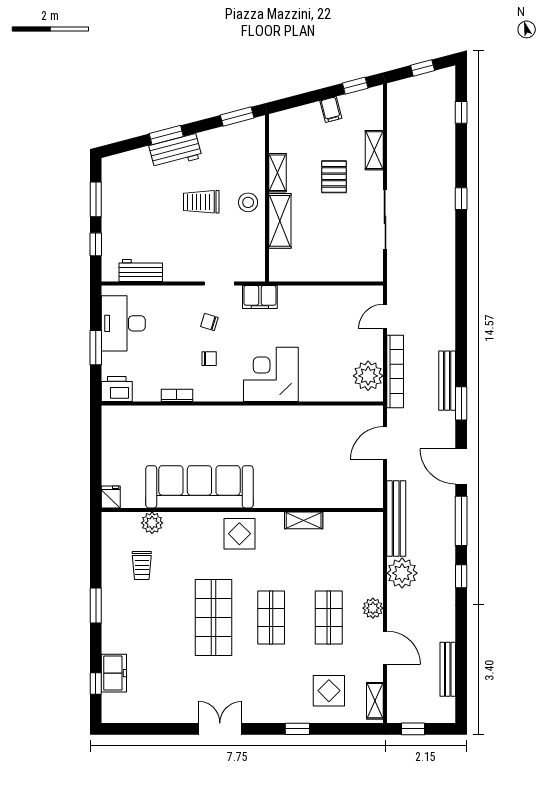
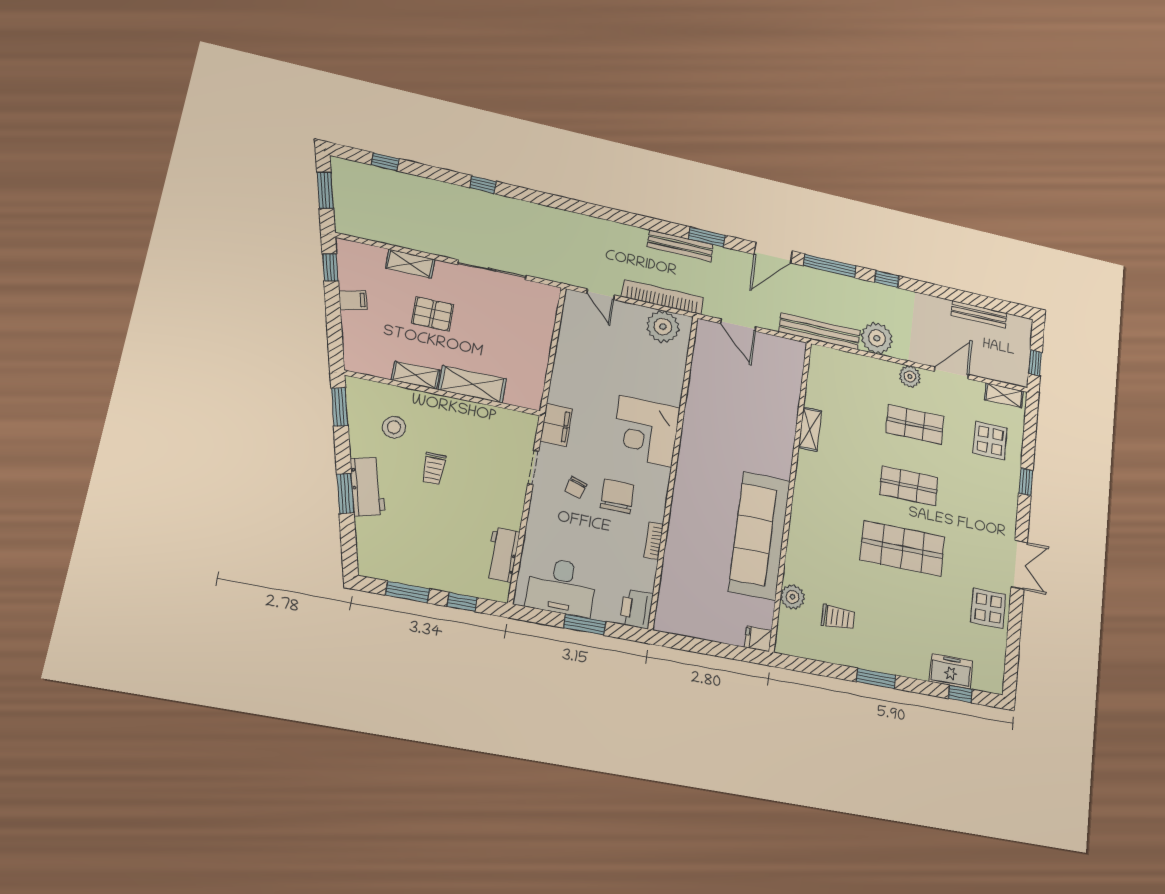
window: (423, 68) -> (325, 190), width x1.50
trolley: (201, 202) -> (434, 469), width x0.73, depth x0.72
stool: (248, 202) -> (394, 427), moved
chair: (209, 359) -> (617, 496), width x1.87, depth x1.87
display table: (239, 534) -> (988, 608), moved
double door: (220, 729) -> (1019, 565), swing flipped

